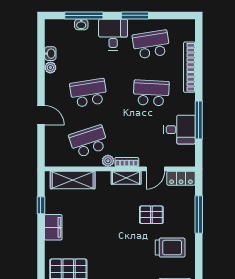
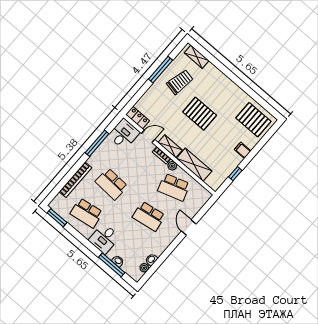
window: (135, 15) -> (57, 218), moved
plant: (50, 68) -> (144, 268), moved
desk: (179, 130) -> (124, 134), moved, turned 90
shelving: (73, 180) -> (194, 165), moved
pallet: (151, 215) -> (200, 114), moved, width x1.50, depth x1.42
window: (199, 215) -> (161, 70), moved
filing cabinet: (53, 227) -> (243, 150), width x0.50
trolley: (170, 248) -> (180, 82), turned 101

